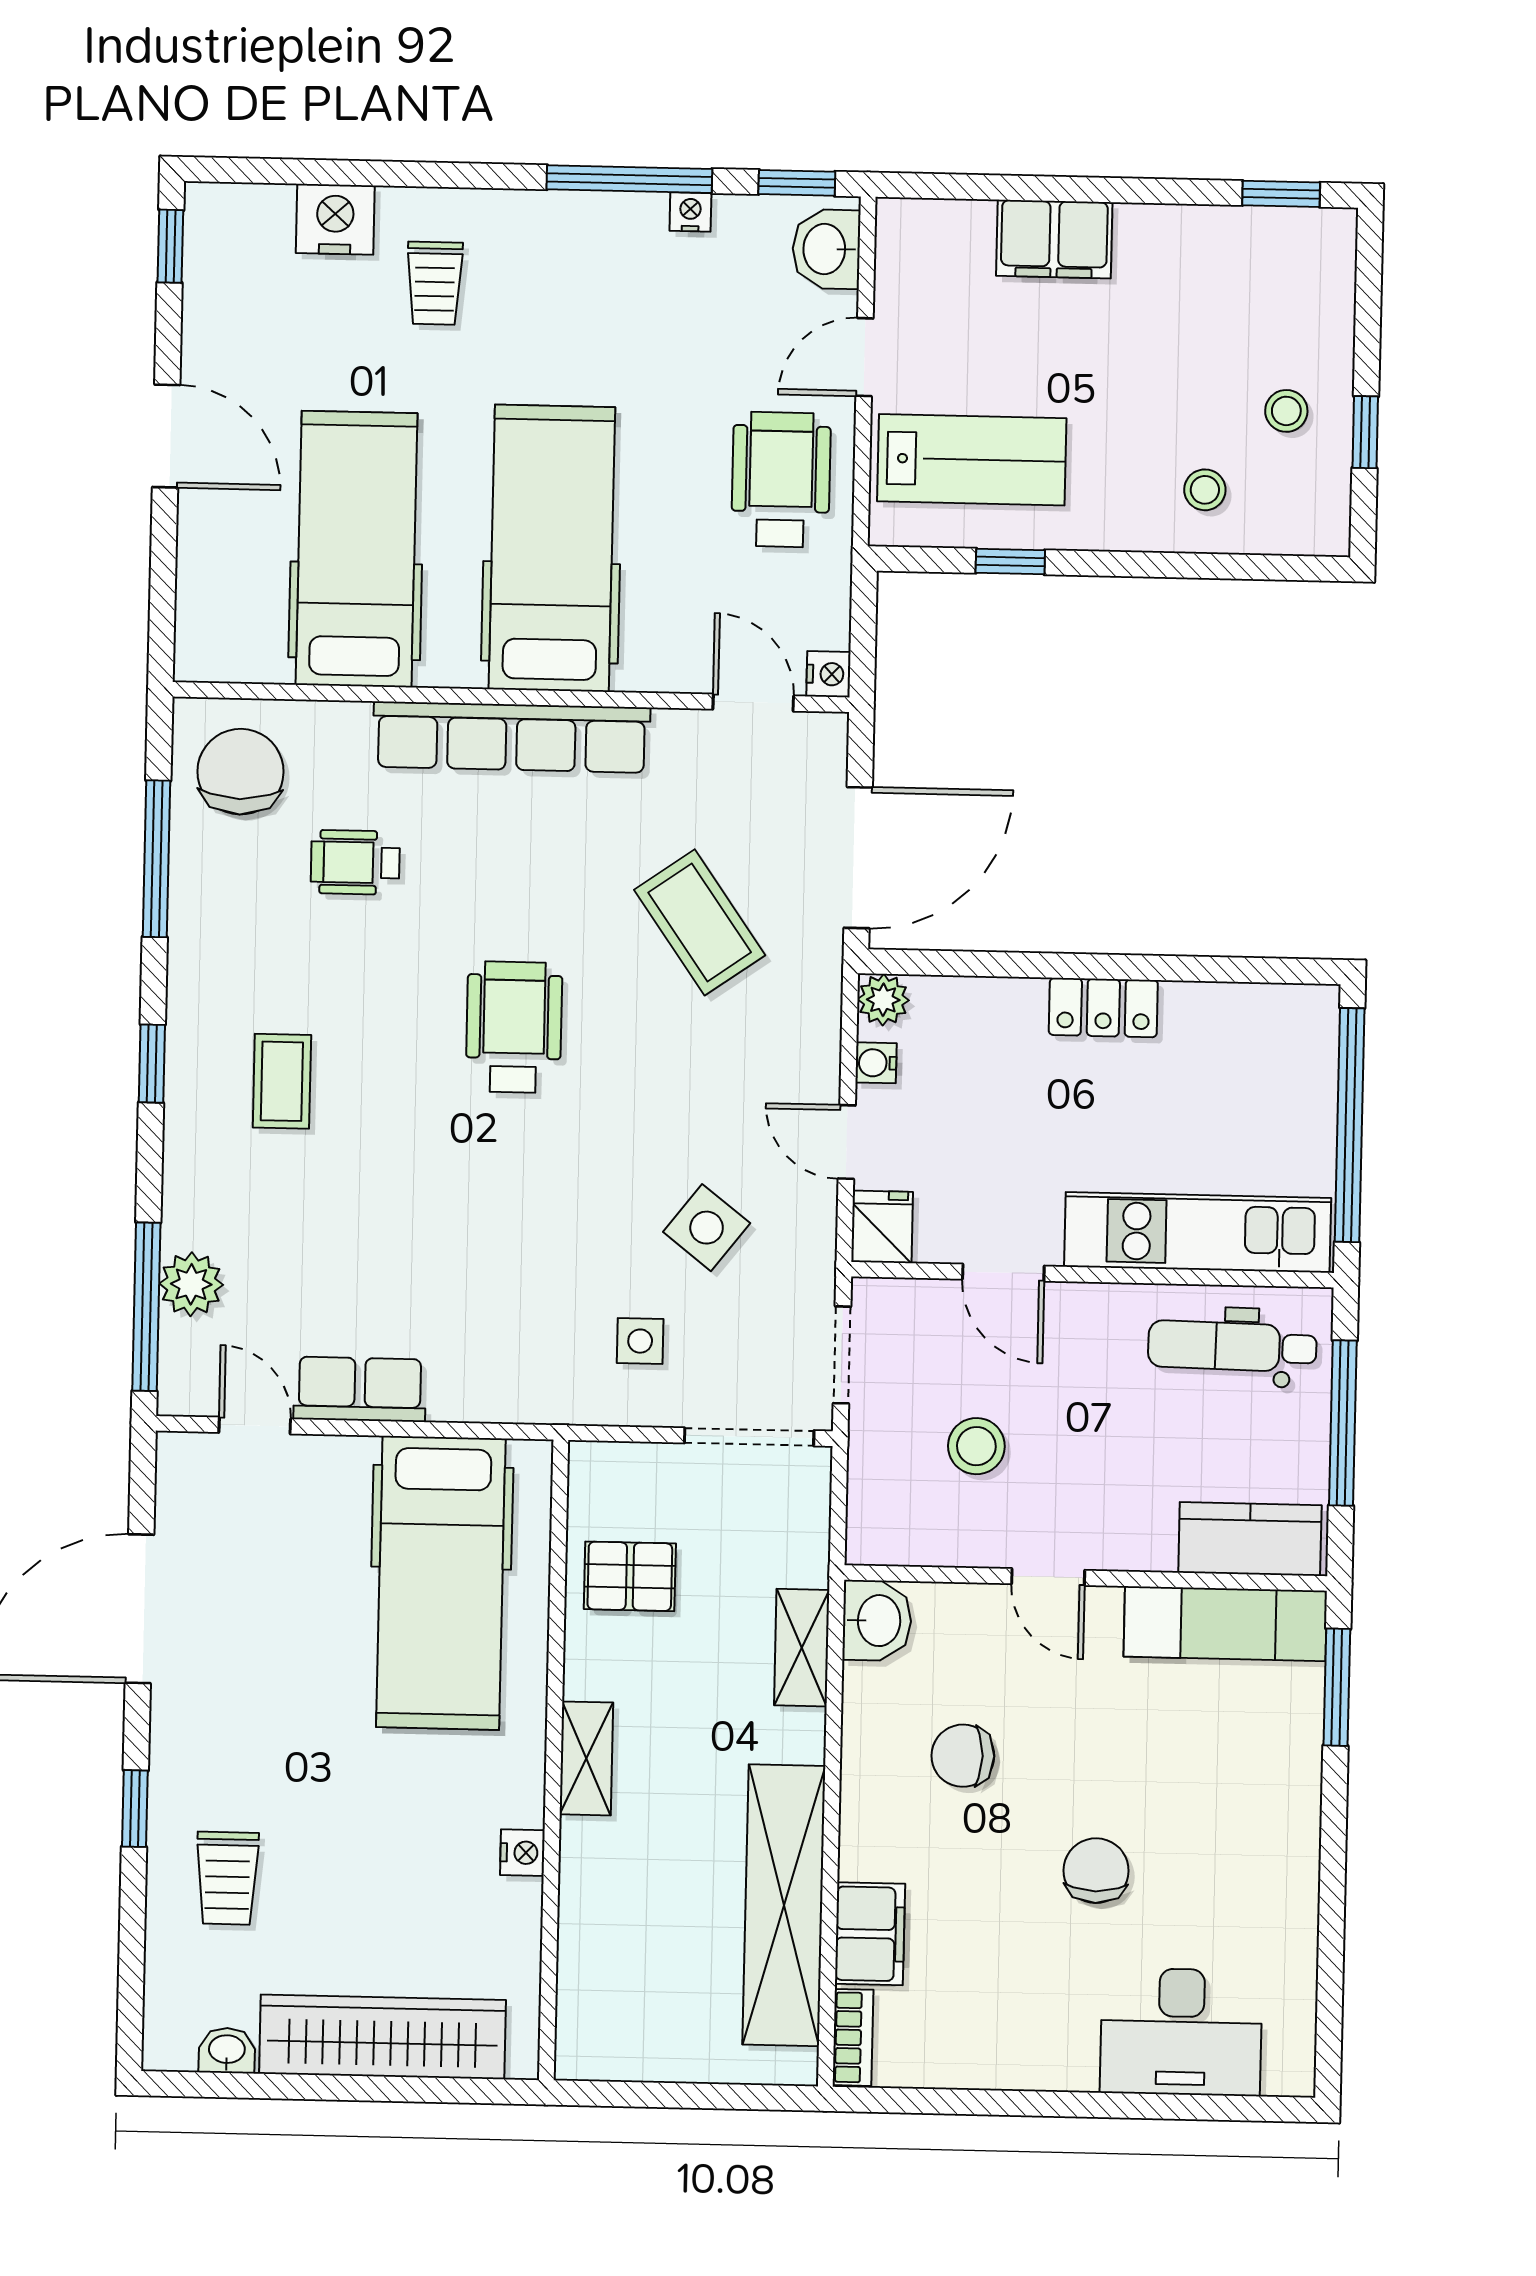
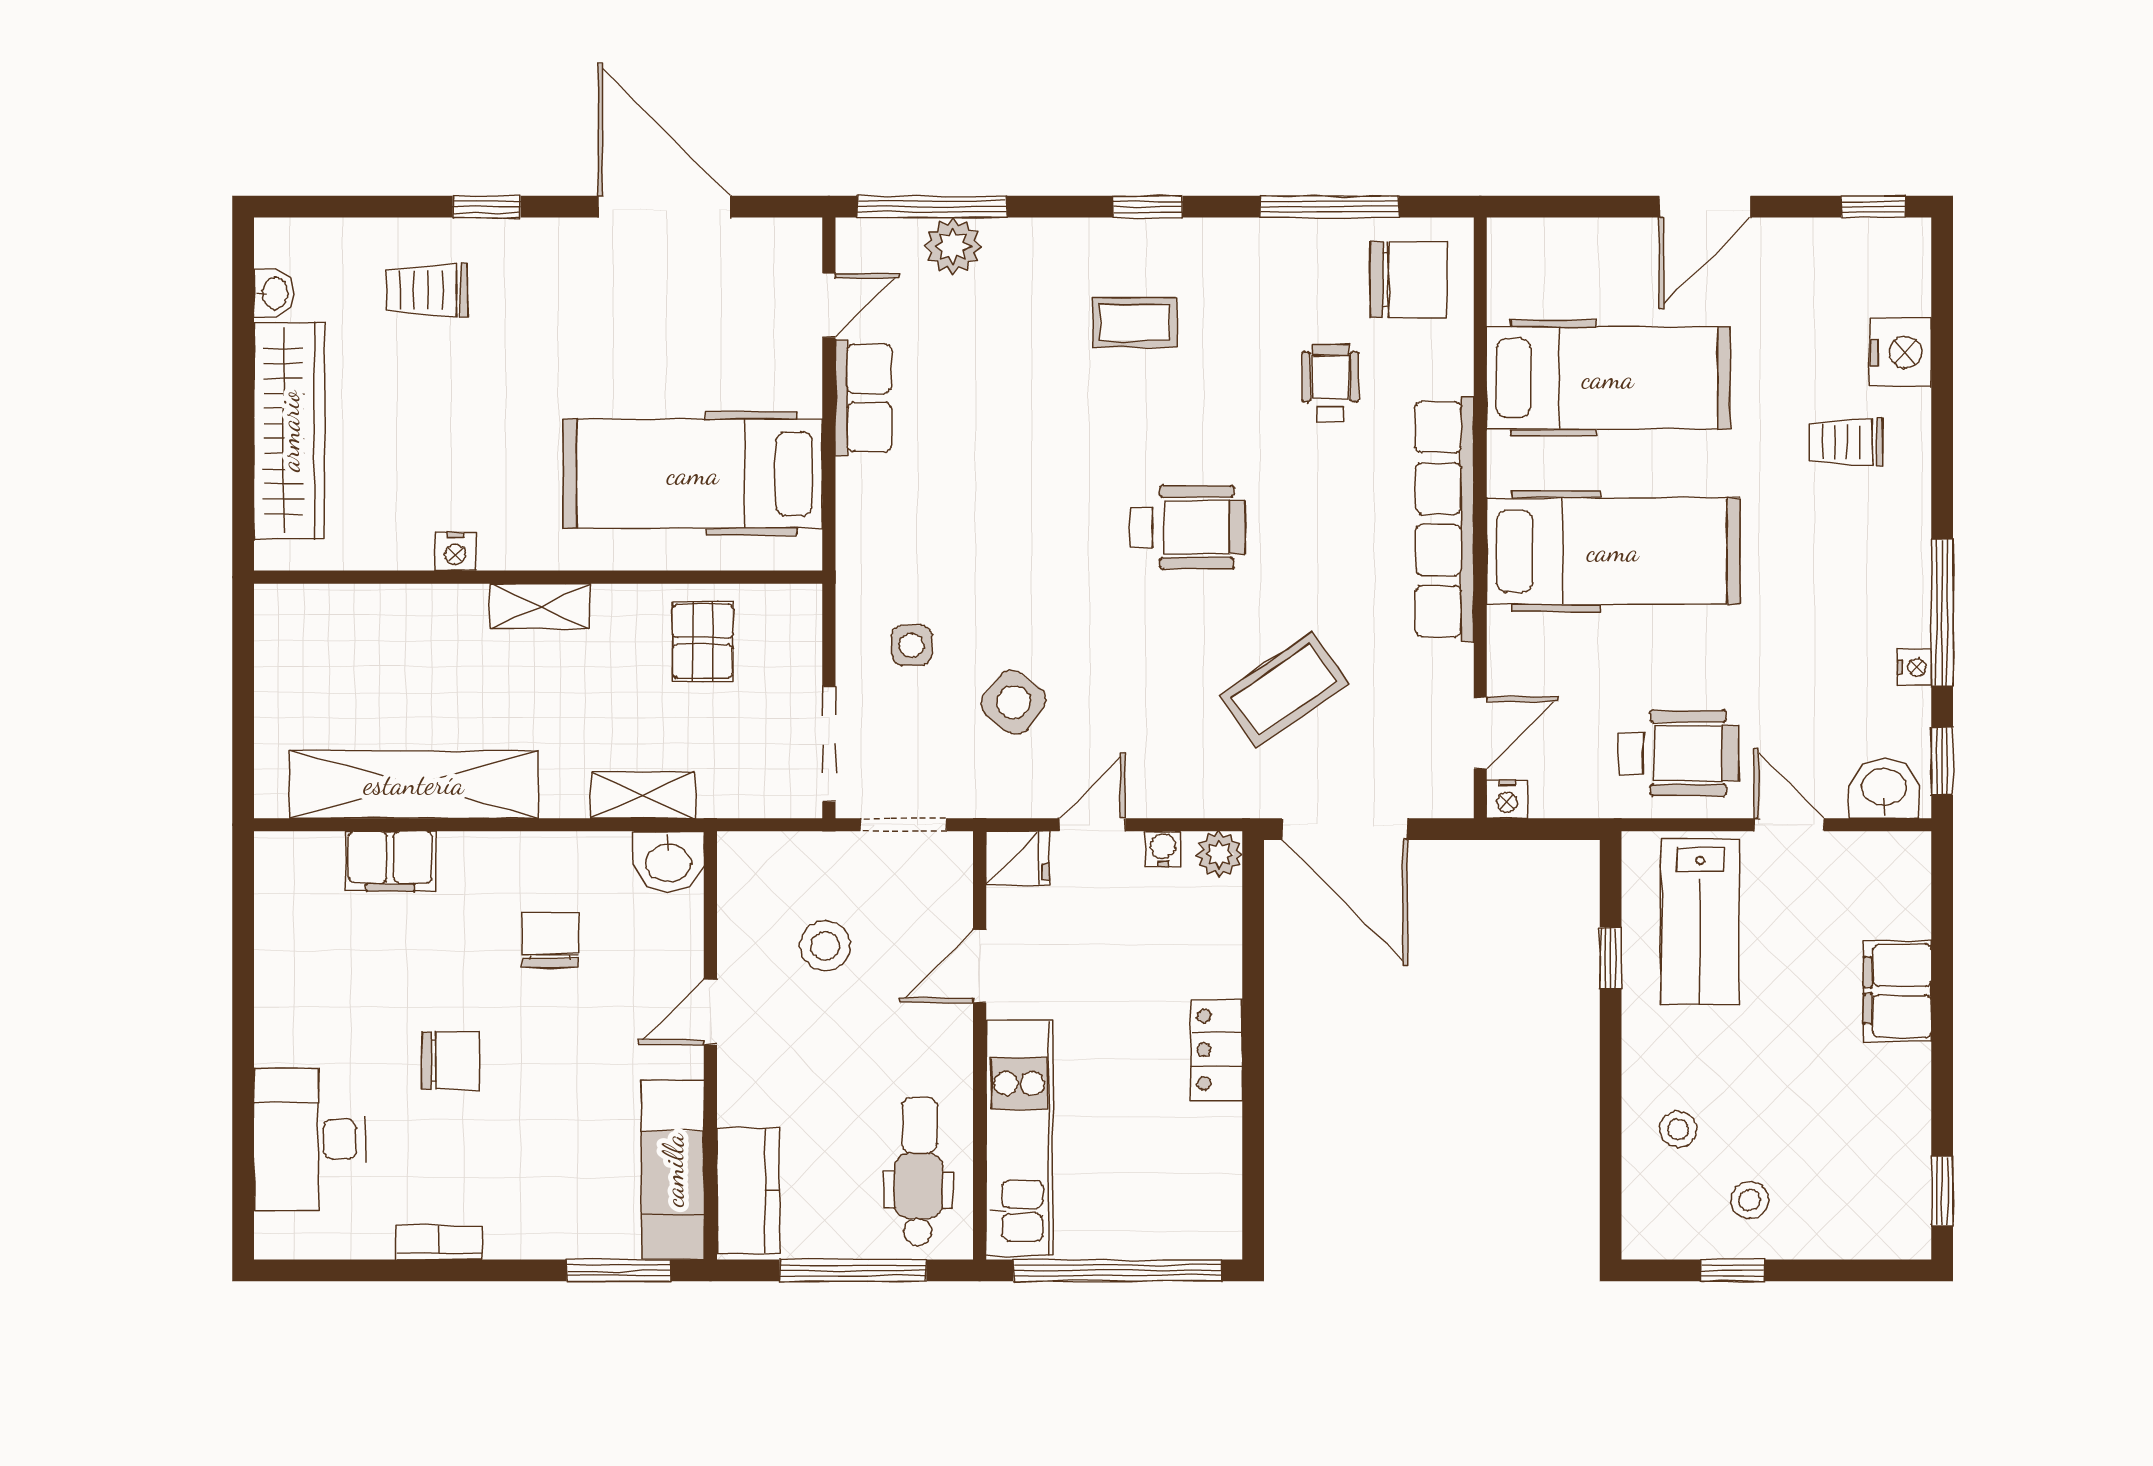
bookcase: (853, 2037) -> (439, 1243), moved, turned 180

